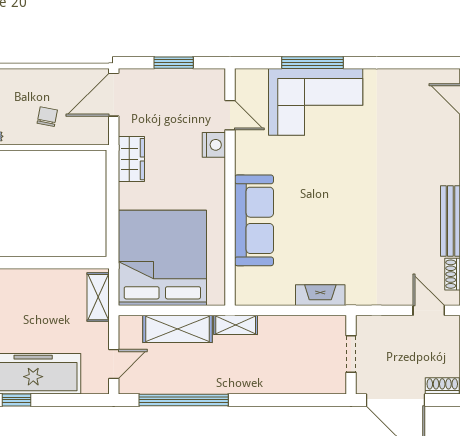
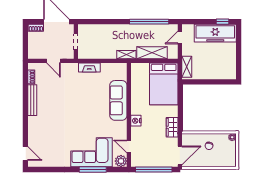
window: (174, 63) -> (154, 170), width x2.11
plant: (248, 82) -> (121, 161), added
nightstand: (214, 145) -> (136, 121), moved
bed: (162, 258) -> (164, 84), width x0.73
door: (429, 310) -> (53, 61), moved

